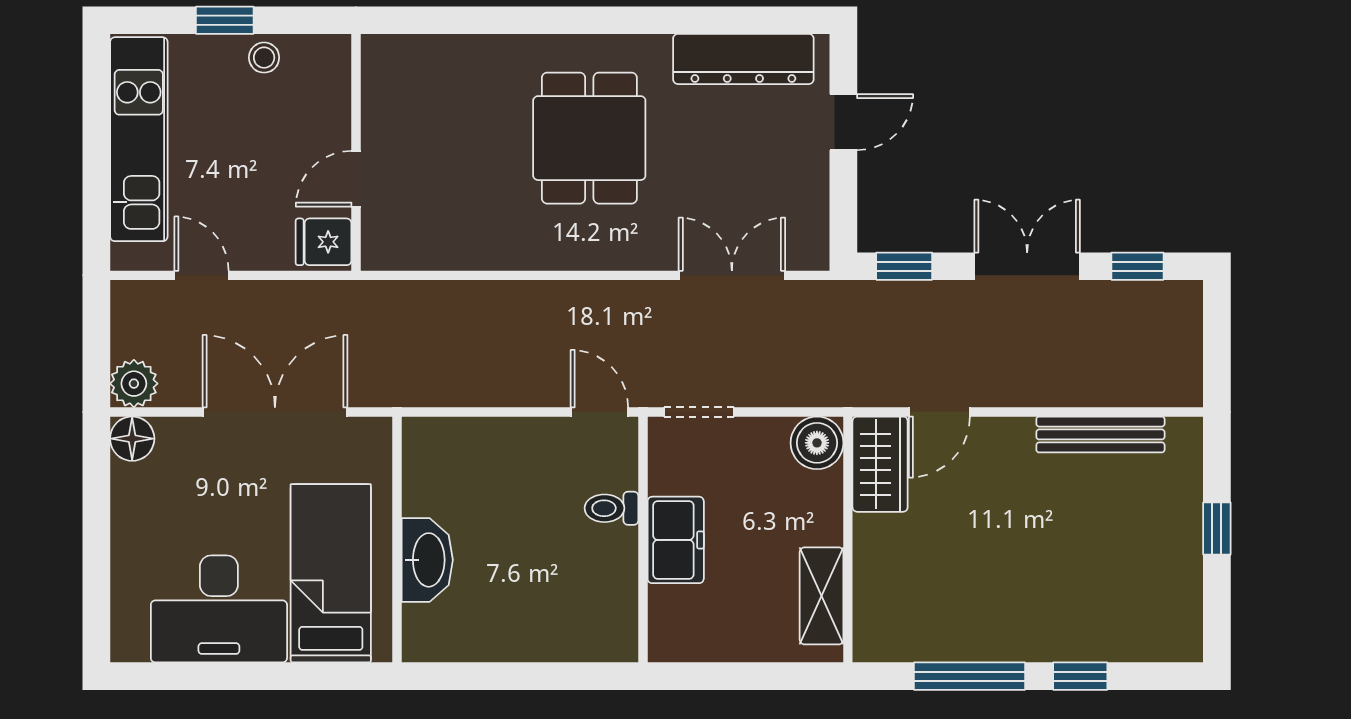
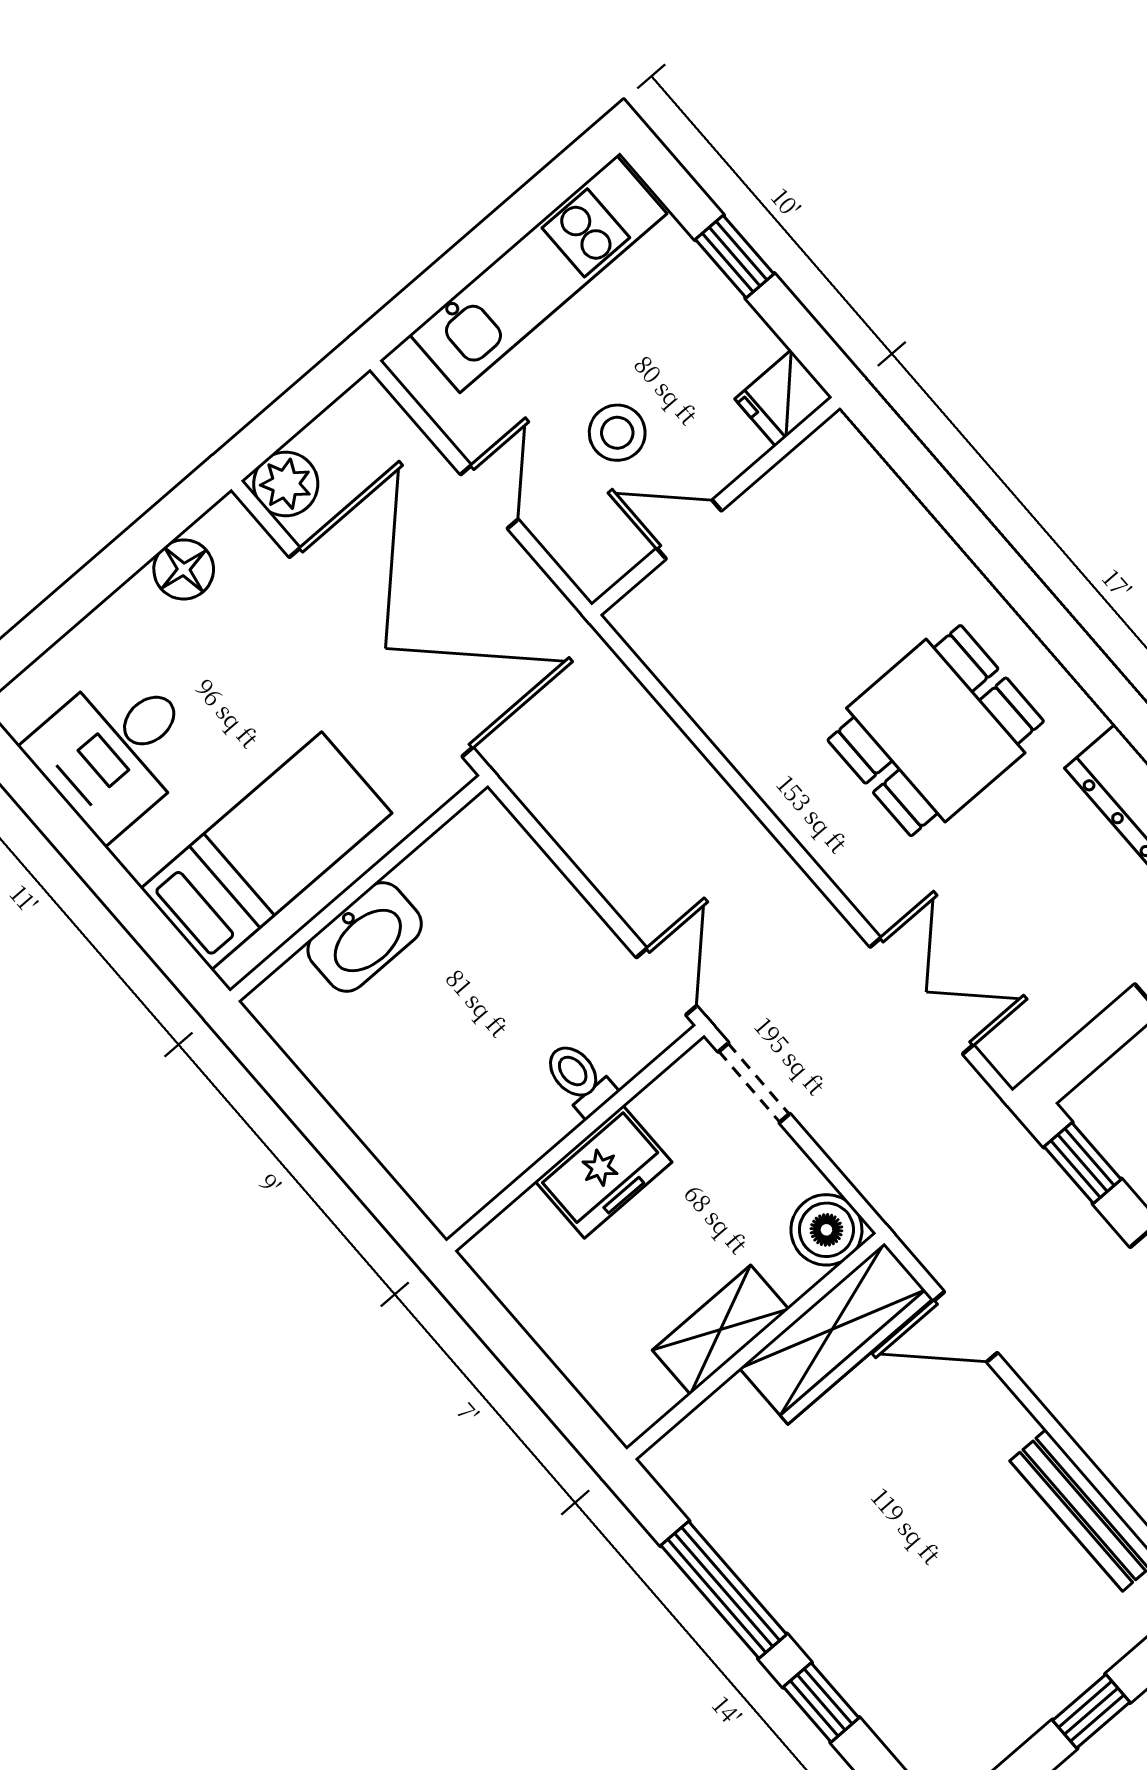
stool: (264, 58) -> (617, 433), moved, width x1.37, depth x1.37
fridge: (324, 242) -> (783, 398), moved, turned -90
door: (202, 275) -> (489, 497), moved
double door: (275, 412) -> (381, 652), width x1.36
floor lamp: (132, 439) -> (184, 569), moved
wardrobe: (880, 464) -> (836, 1334), width x1.50
shelving: (822, 596) -> (721, 1330), moved
desk: (219, 609) -> (115, 750), width x0.73

